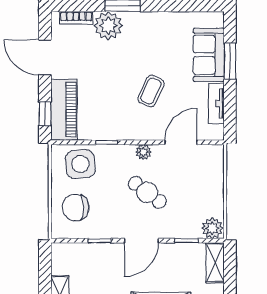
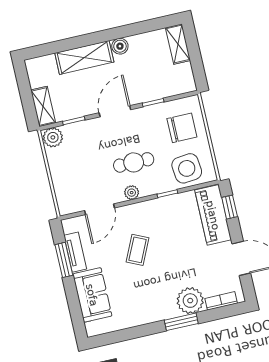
window: (230, 61) -> (64, 260), moved
cafe table: (147, 192) -> (134, 162), moved, turned -37

